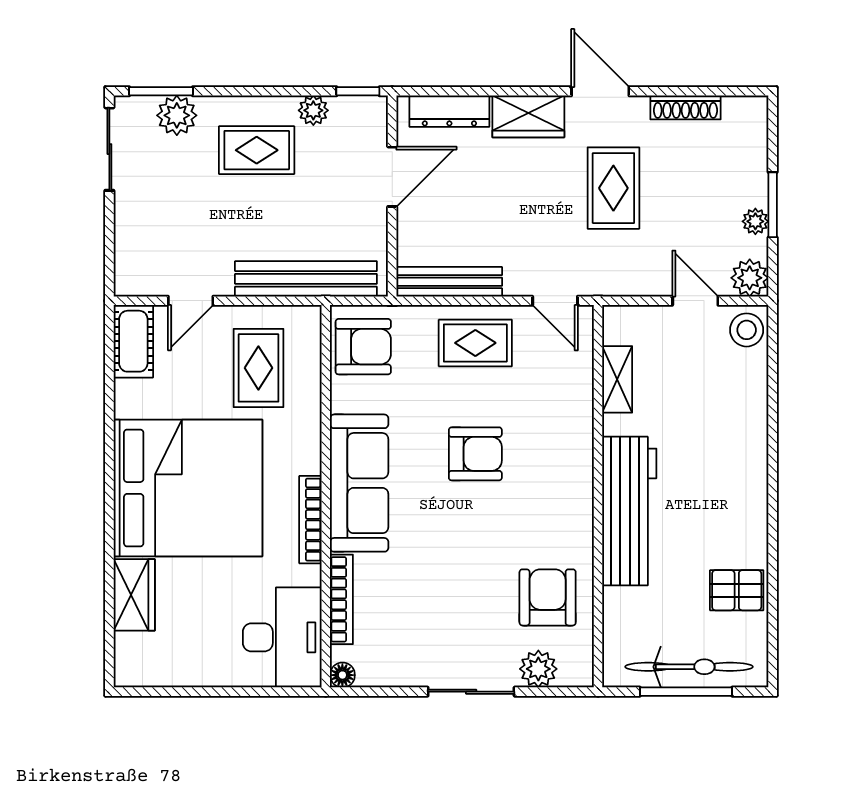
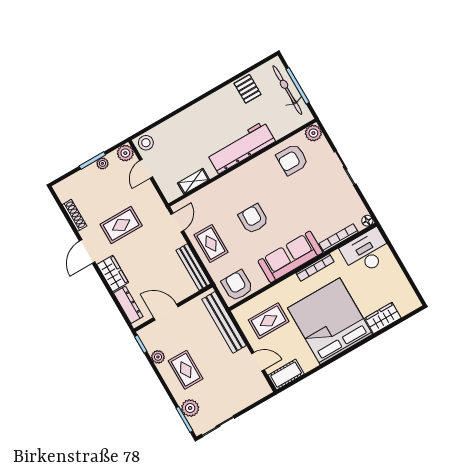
plant: (538, 669) -> (313, 133), moved

